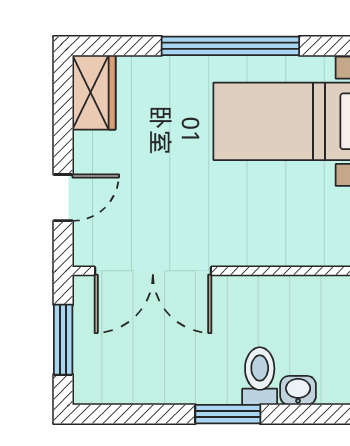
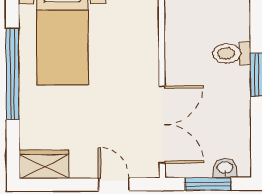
washbasin: (298, 390) -> (225, 168), moved, turned 90

